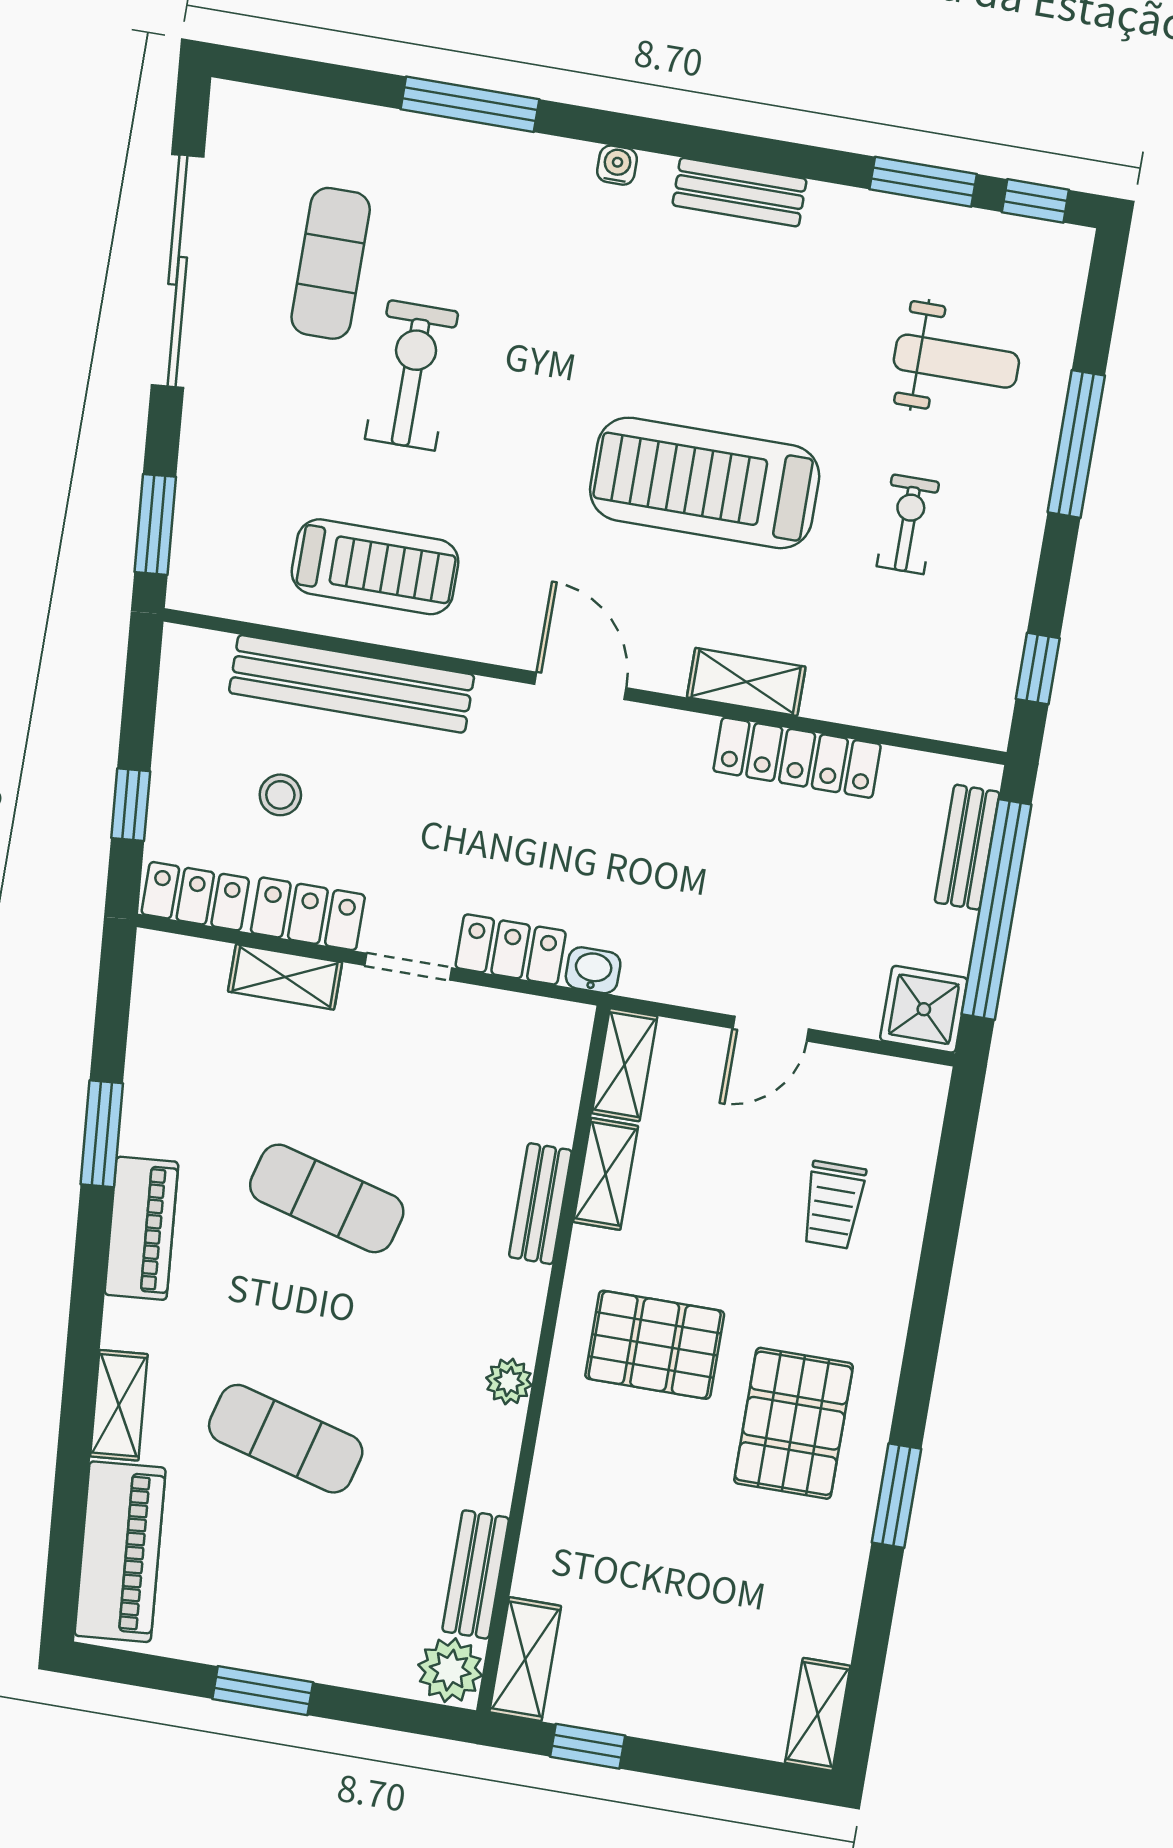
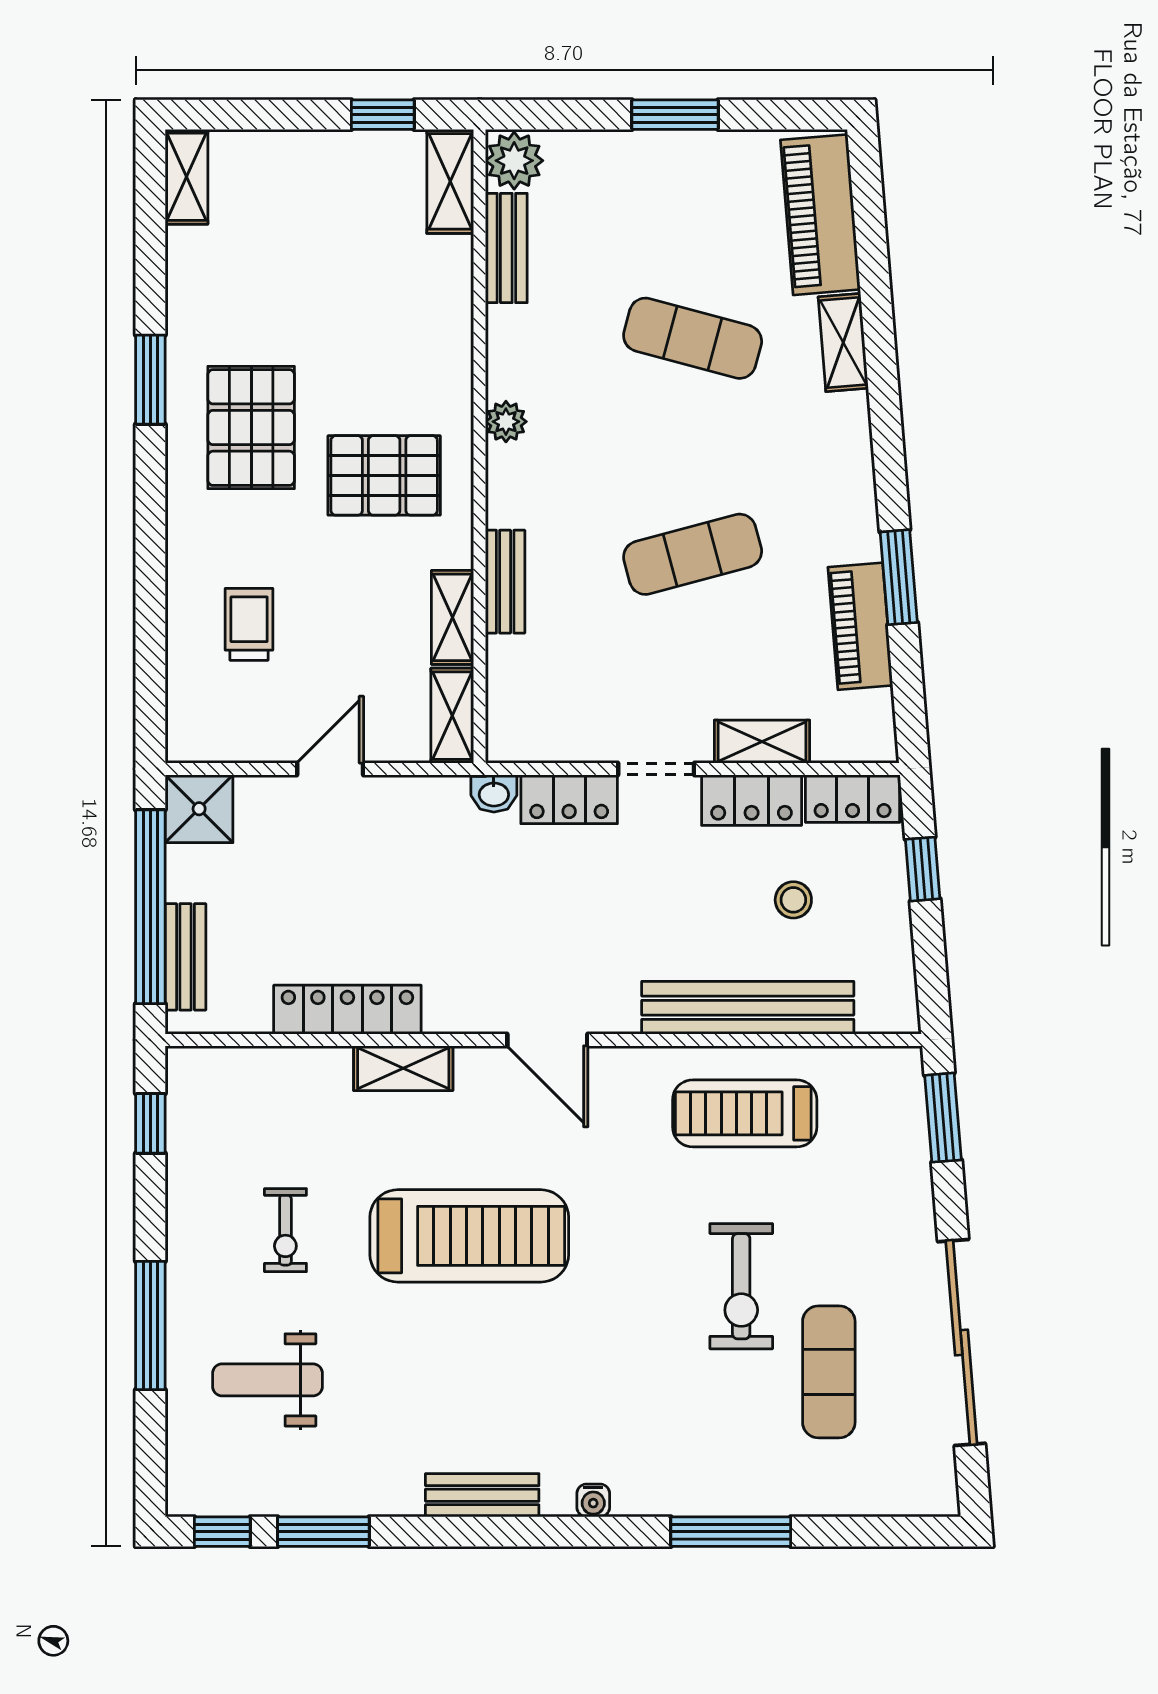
exercise mat: (327, 1198) -> (693, 554), turned -30
piano: (141, 1228) -> (860, 626), moved

